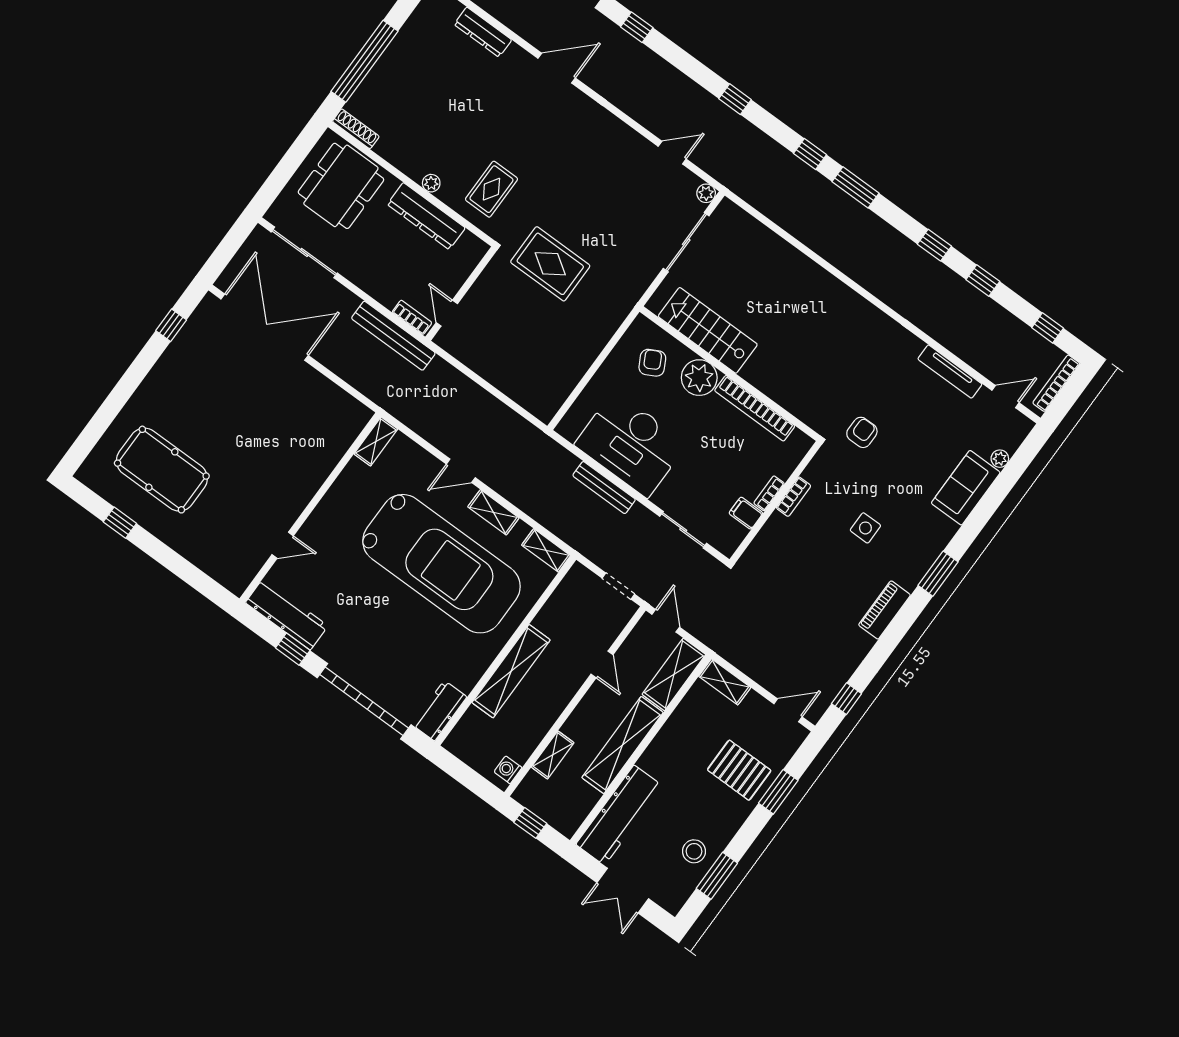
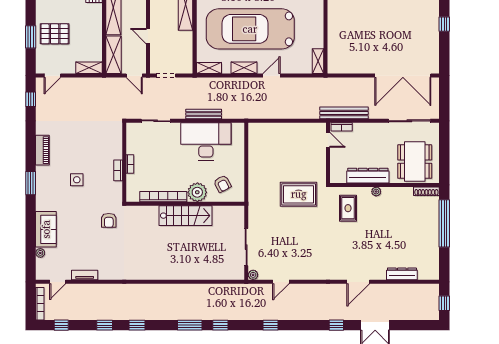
window: (171, 325) -> (444, 24), moved
stairs: (708, 330) -> (185, 216), moved
tv unit: (950, 372) -> (85, 275), width x0.71
filing cabinet: (746, 513) -> (134, 148), removed

